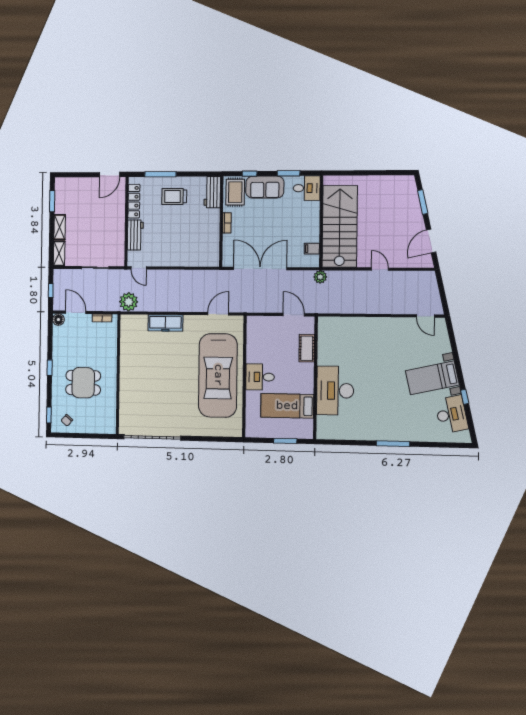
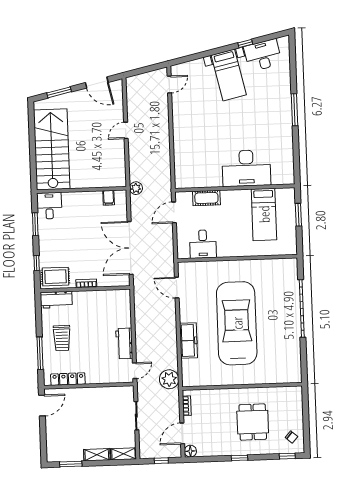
door: (110, 175) -> (42, 406), hinge flipped
sofa: (265, 187) -> (50, 247), removed
stairs: (340, 226) -> (52, 149), moved, turned 90
workbench: (135, 235) -> (124, 343), moved, turned -90
car: (218, 375) -> (237, 323), moved, turned -90
desk: (260, 377) -> (203, 244), moved
garage door: (152, 437) -> (302, 308), moved

